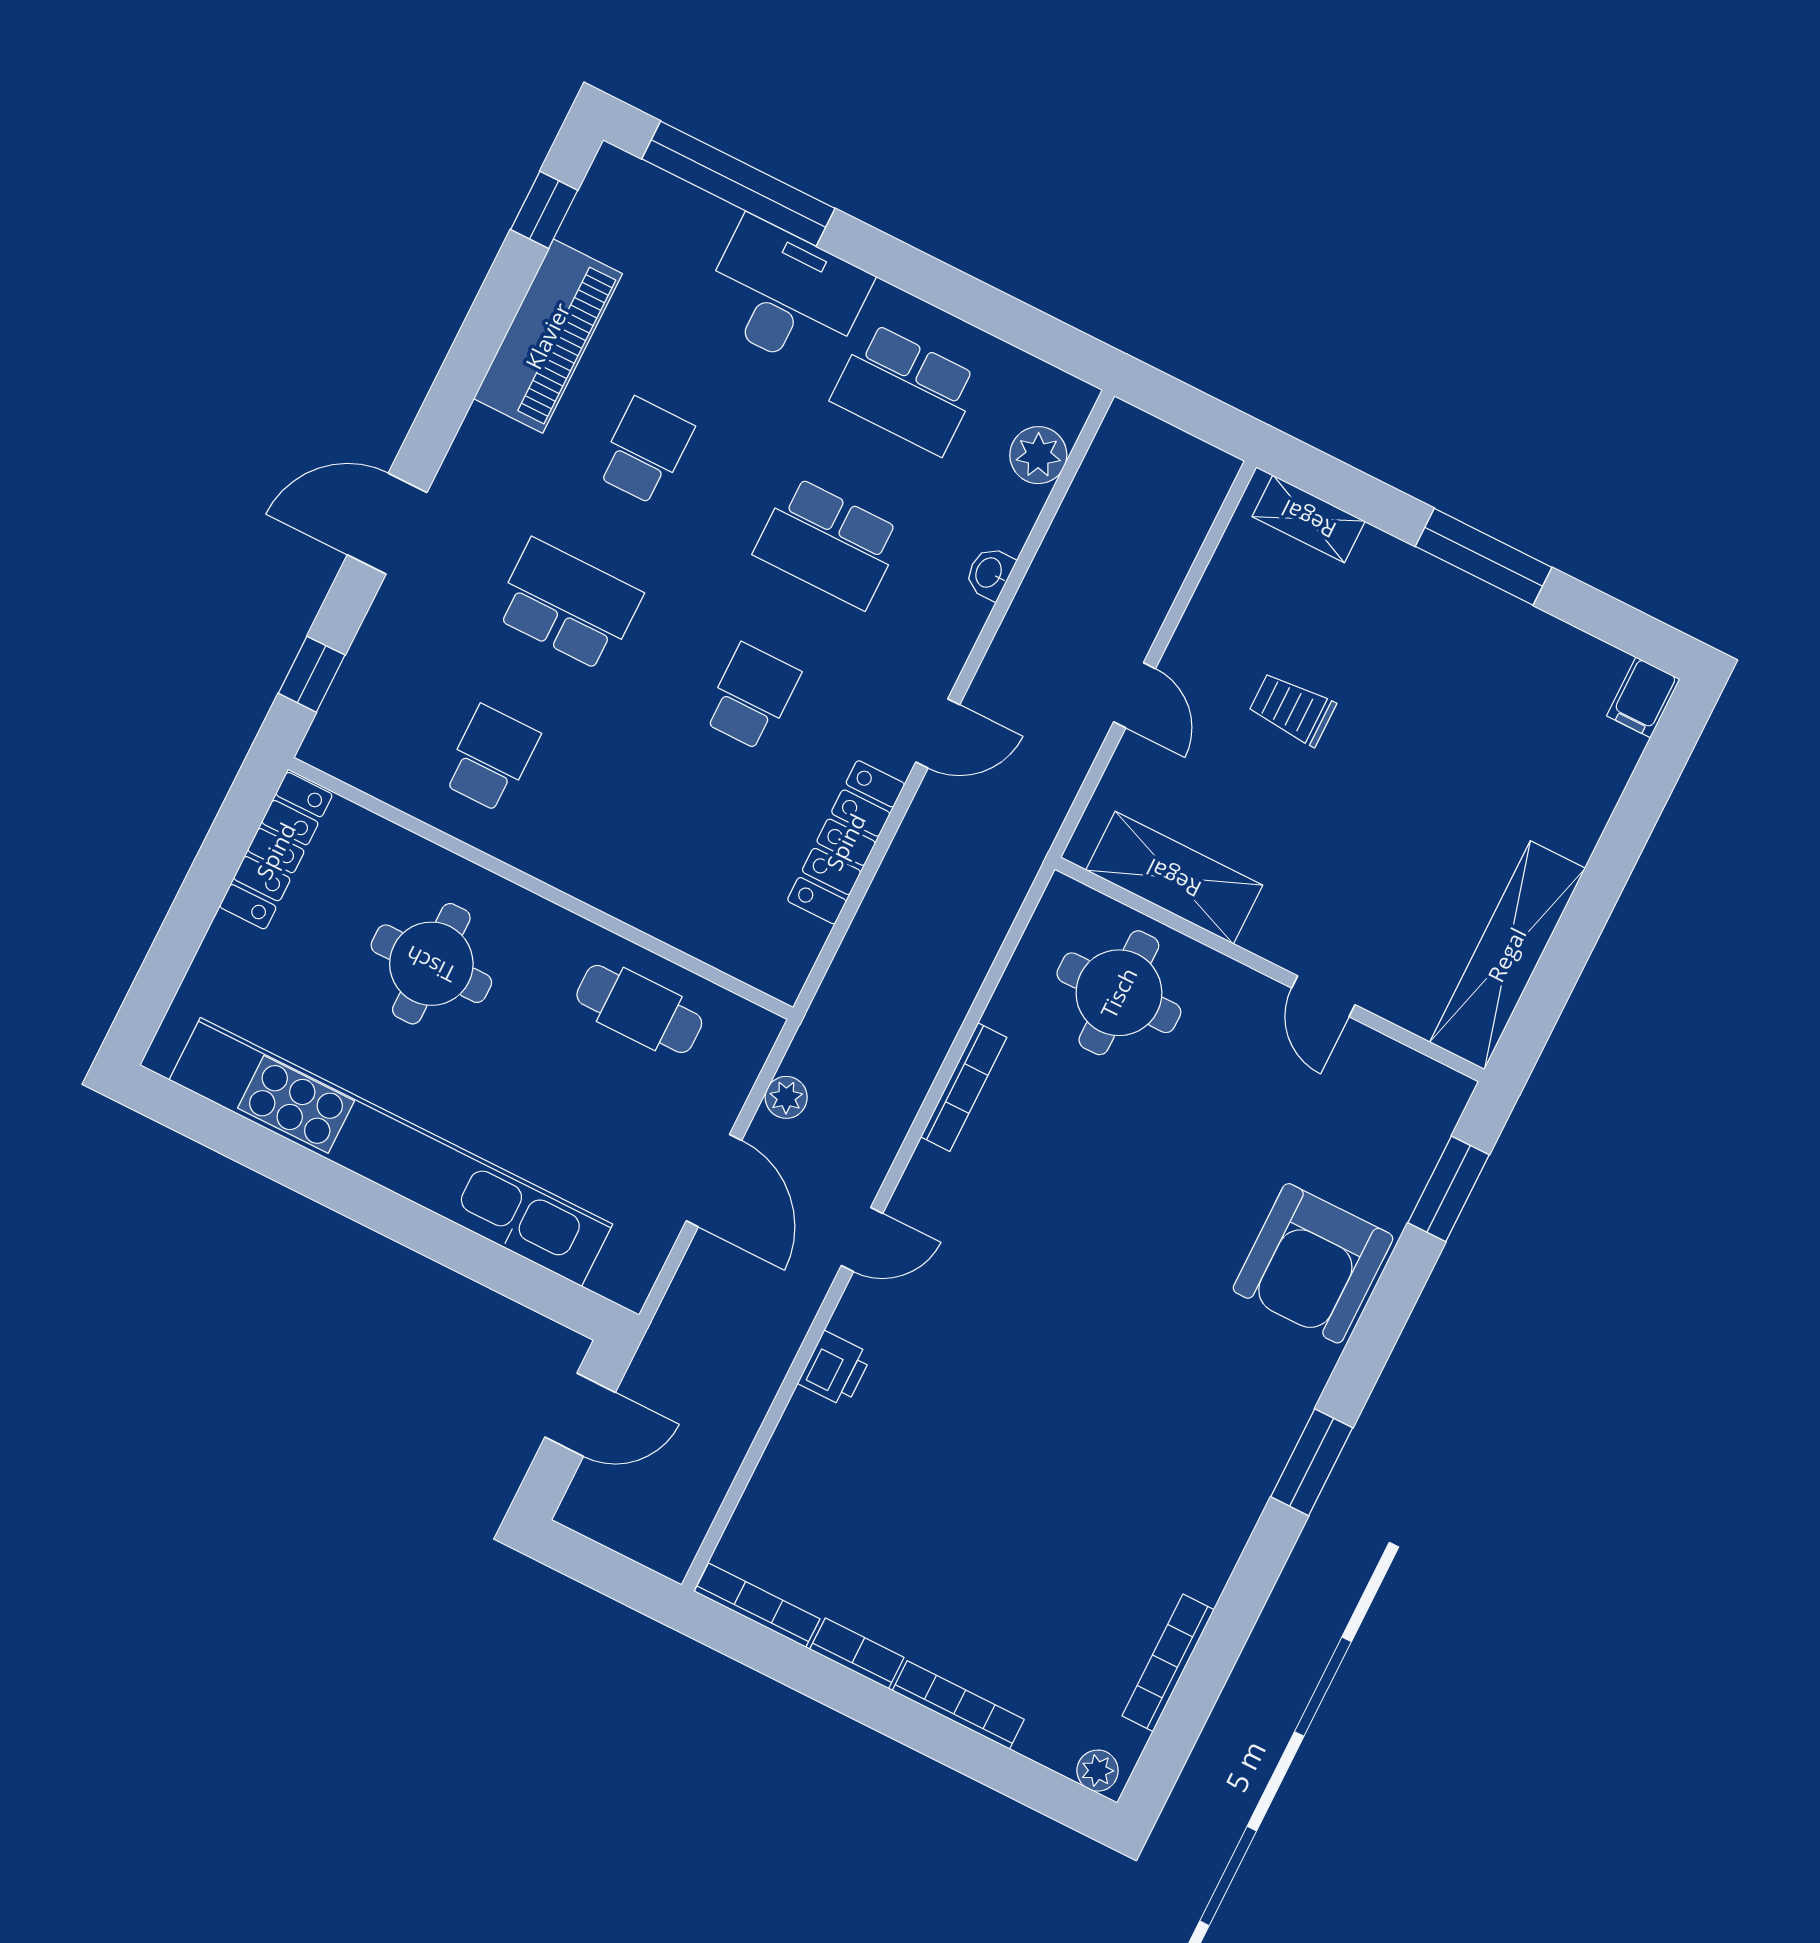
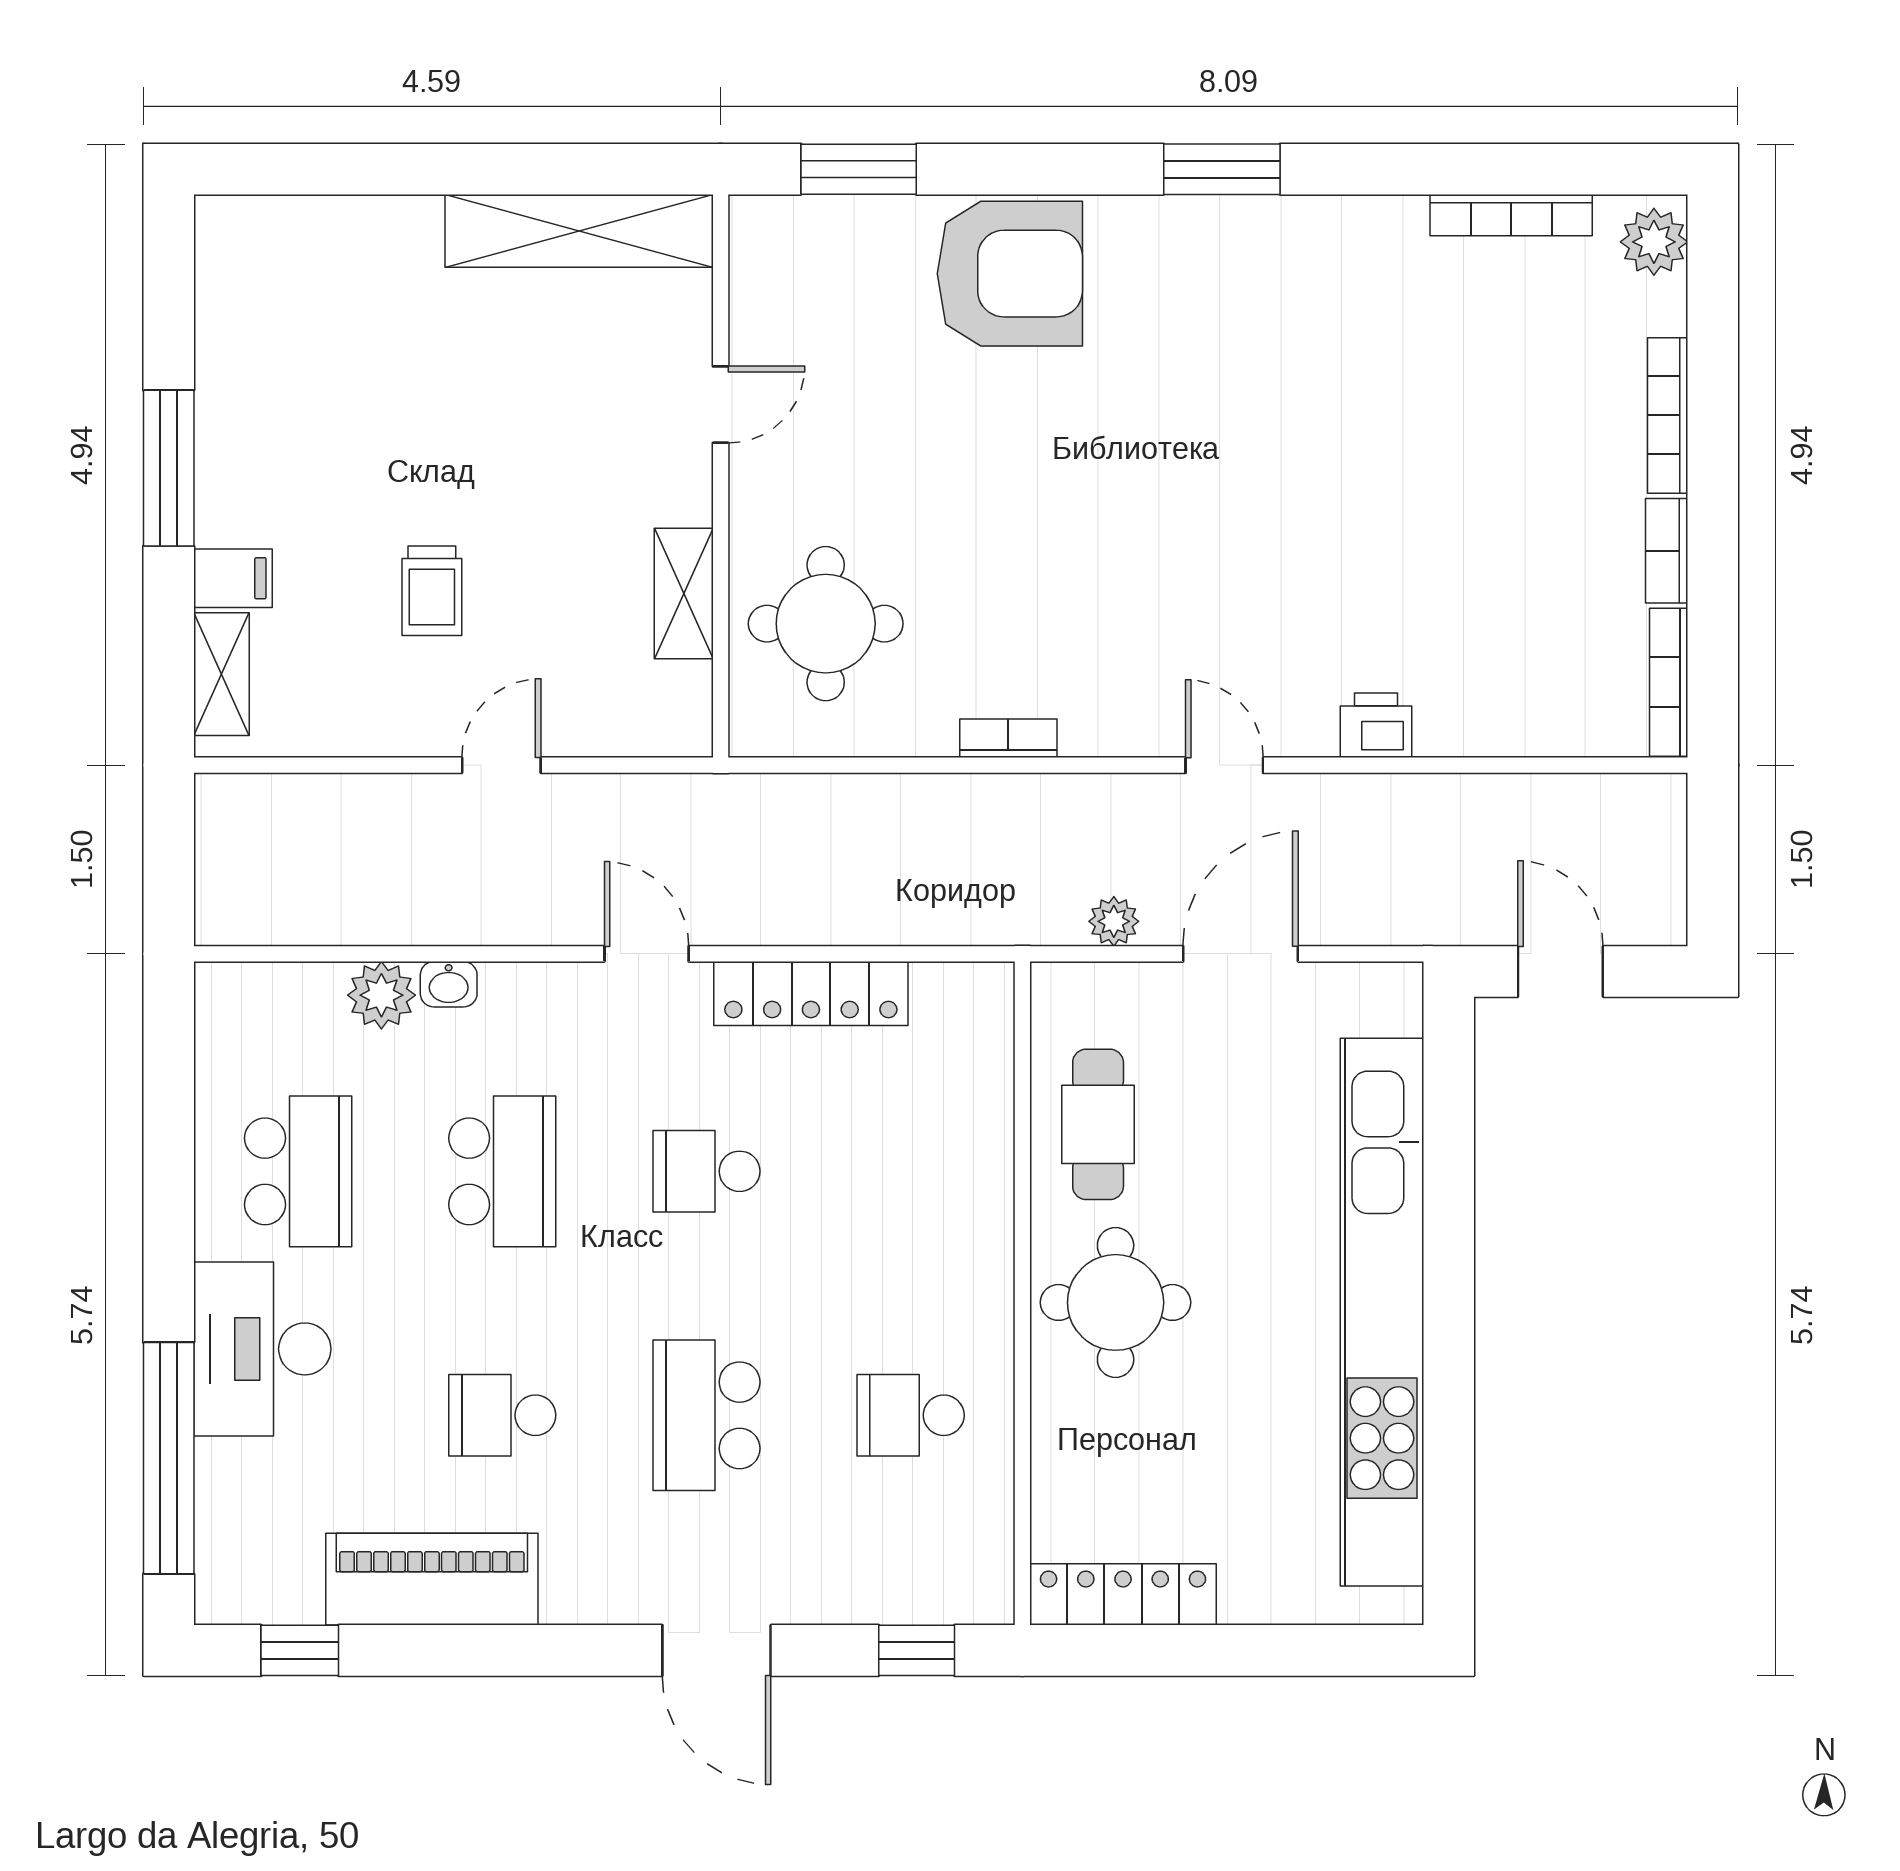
plant: (1038, 455) -> (381, 995), moved
filing cabinet: (1643, 697) -> (233, 578), moved
shelving: (1174, 878) -> (684, 593), width x0.67, depth x0.75
round table: (431, 964) -> (1116, 1302), moved
bookcase: (964, 1087) -> (1008, 738), width x0.64
plant: (1098, 1771) -> (1654, 242), width x1.38, depth x1.38

